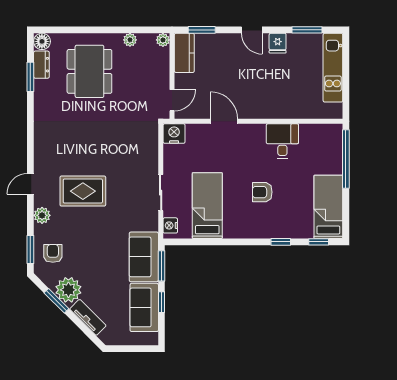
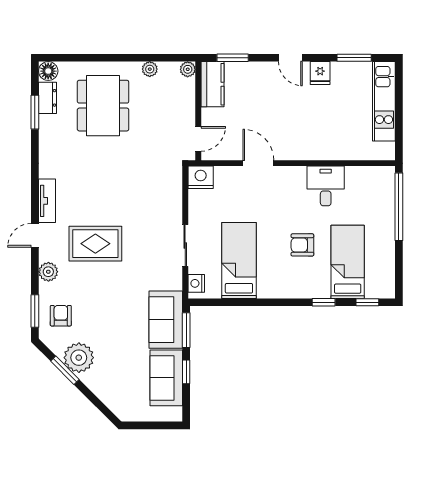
bed: (328, 207) -> (348, 262), moved
tv unit: (88, 317) -> (47, 201), moved, turned 45

